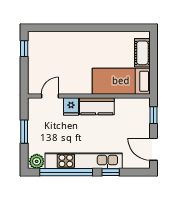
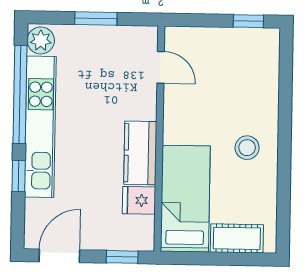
stool: (93, 48) -> (247, 148), added
fridge: (71, 106) -> (139, 200), moved

